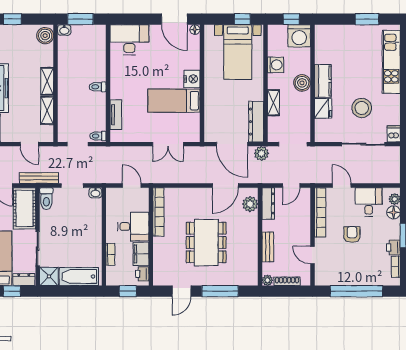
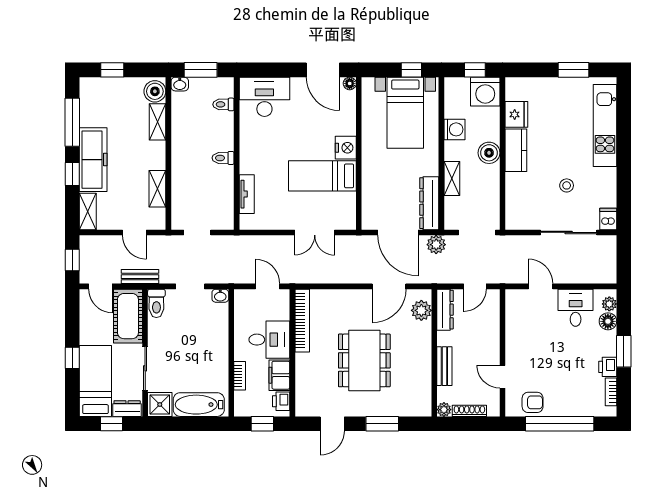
shelving: (47, 81) -> (157, 122), moved
fridge: (323, 108) -> (516, 114), moved
stool: (362, 108) -> (567, 185), width x0.53, depth x0.53
toilet: (98, 136) -> (223, 104), moved
bench: (39, 178) -> (140, 277), width x0.73
bookcase: (320, 212) -> (513, 321), removed
armchair: (352, 234) -> (533, 402), moved, turned 90
window: (220, 291) -> (382, 424), width x0.69

